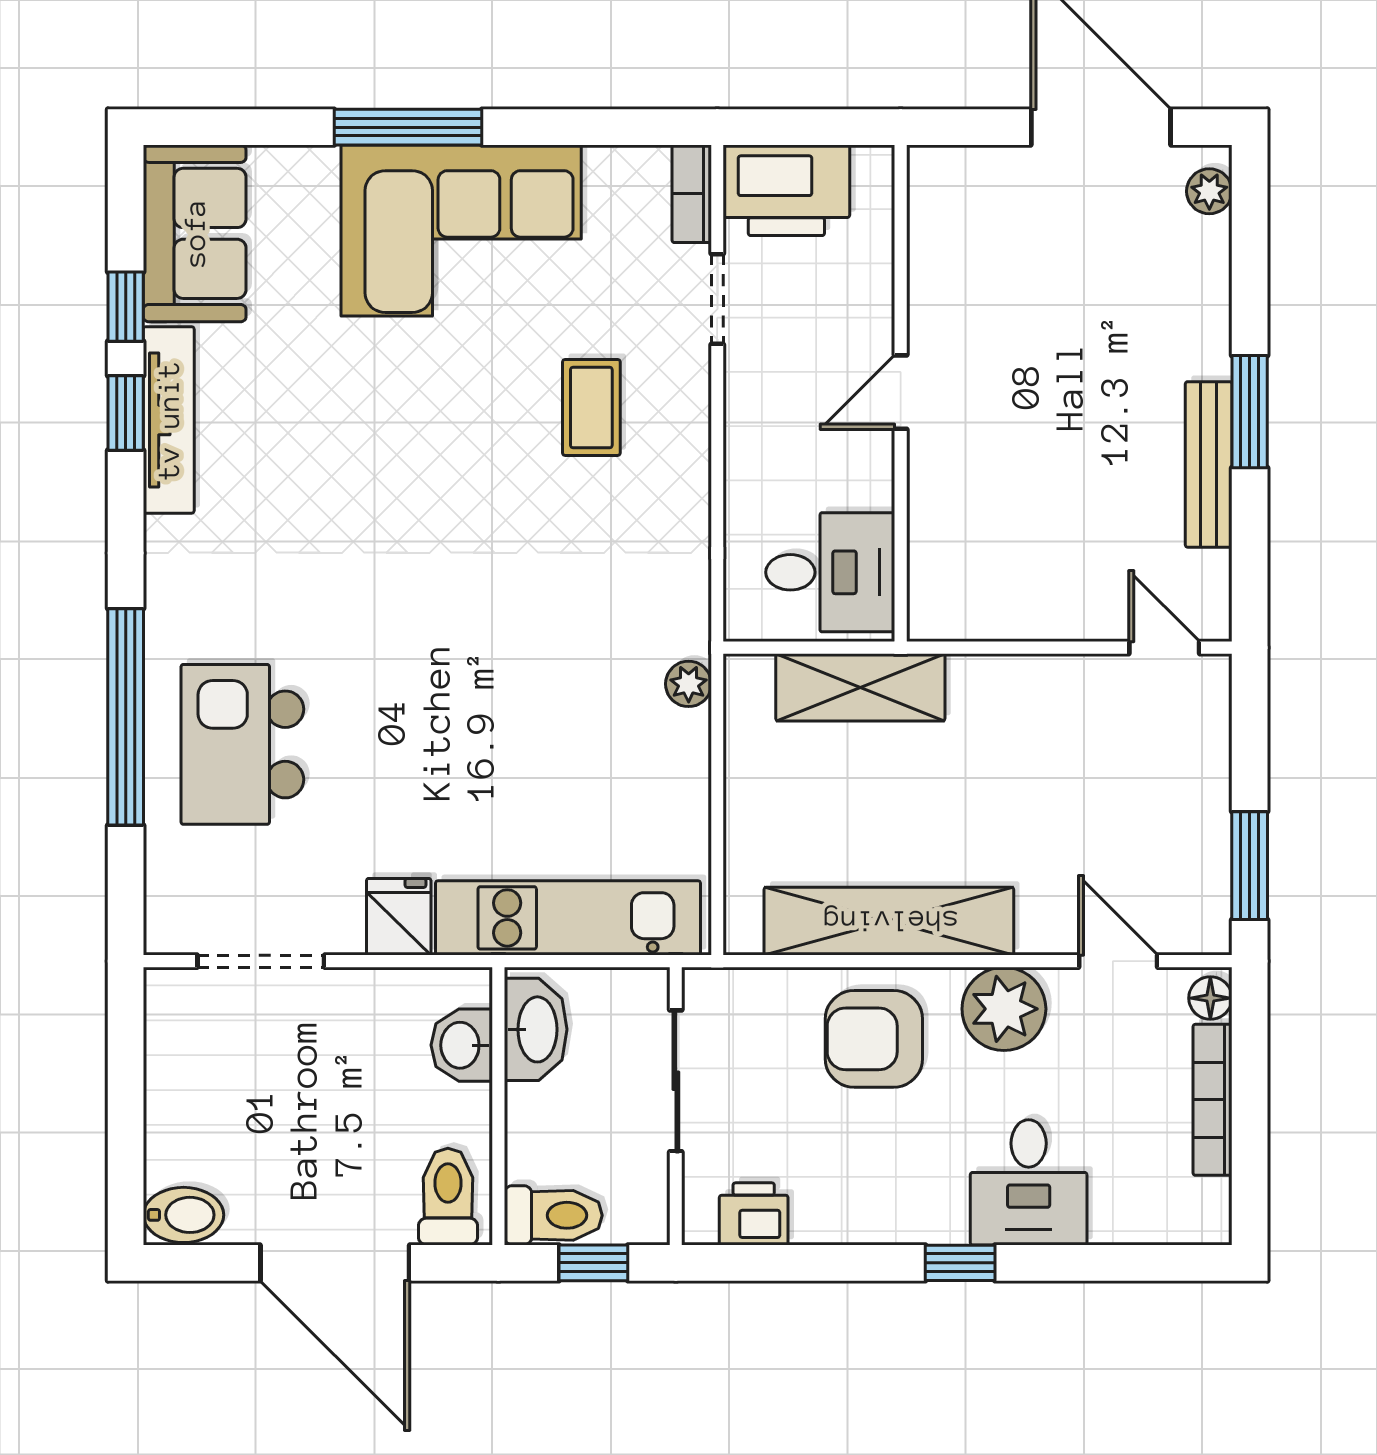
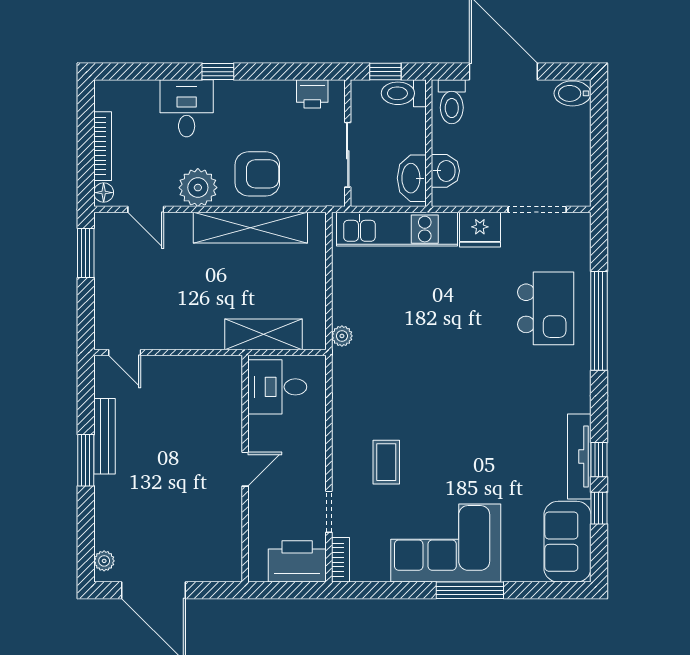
fridge: (399, 917) -> (480, 230), width x1.38

